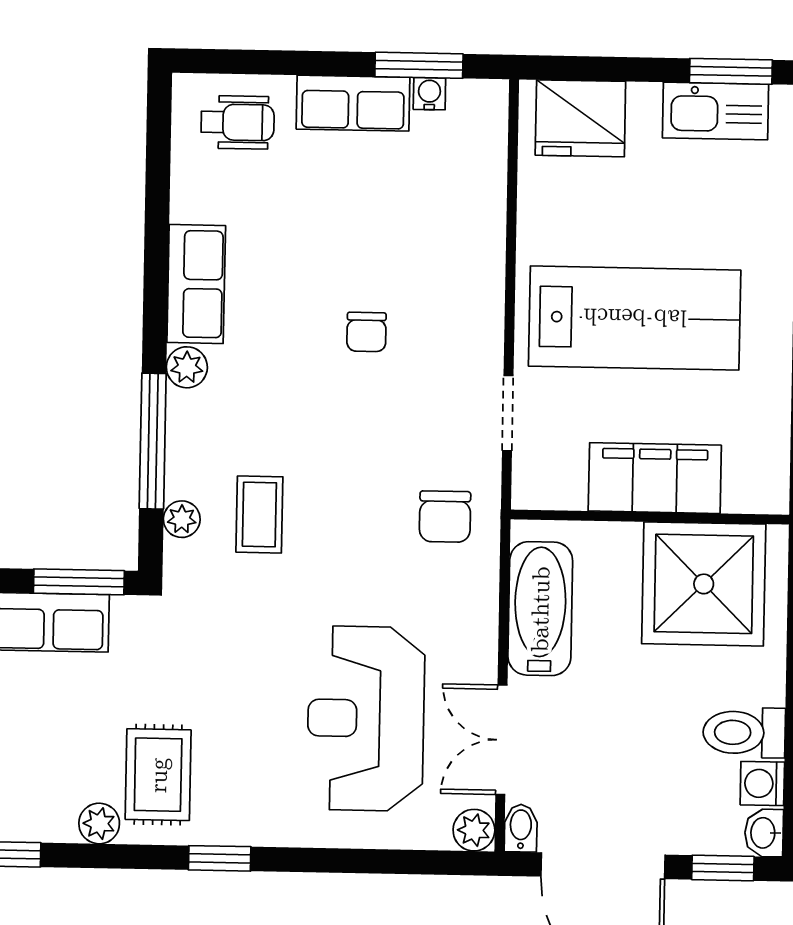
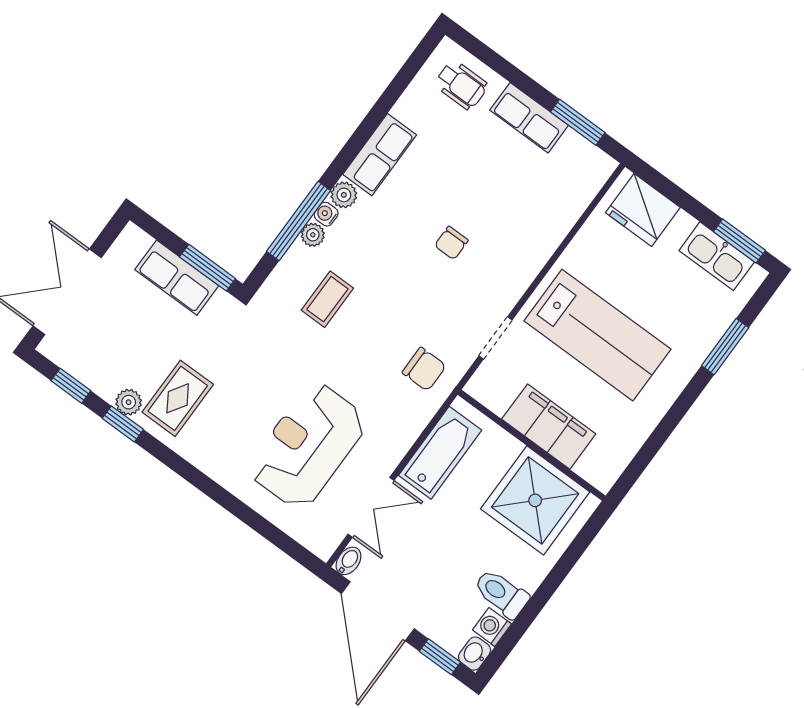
water cooler: (429, 94) -> (326, 214), moved, turned -90
chair: (445, 517) -> (424, 369), turned -90
plant: (182, 519) -> (313, 235), moved
double door: (501, 740) -> (371, 507), swing flipped
plant: (474, 830) -> (323, 545), removed
window: (220, 858) -> (123, 424), moved

